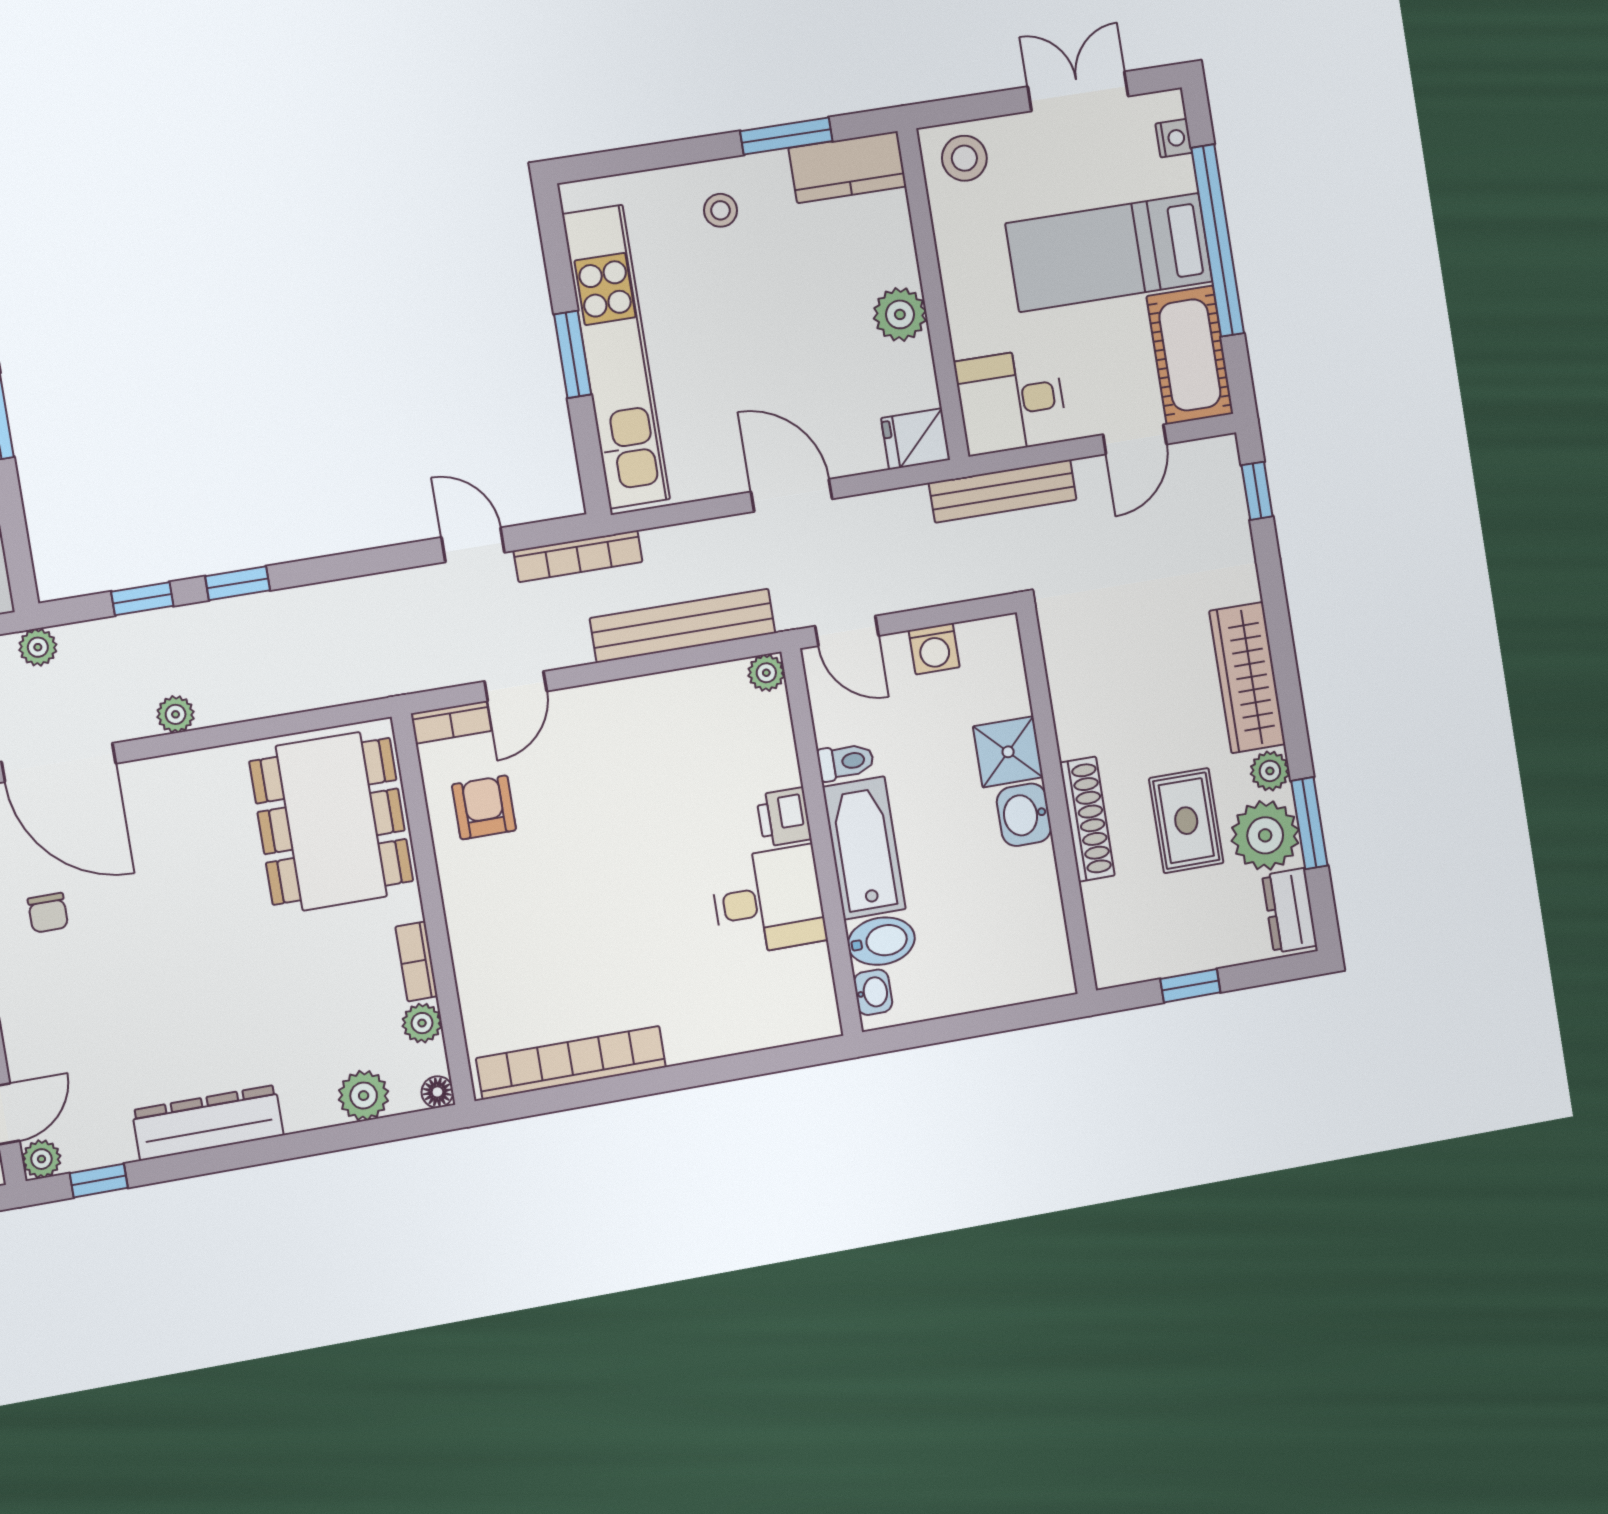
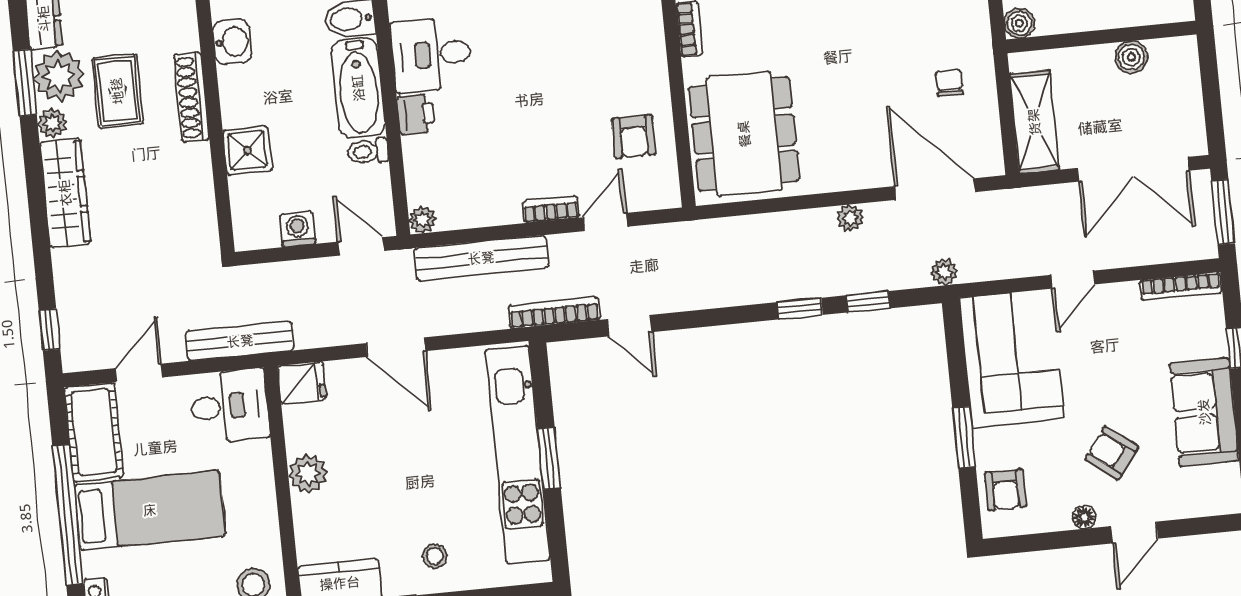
bookcase: (451, 722) -> (551, 209), moved
washbasin: (1024, 815) -> (232, 42), moved

